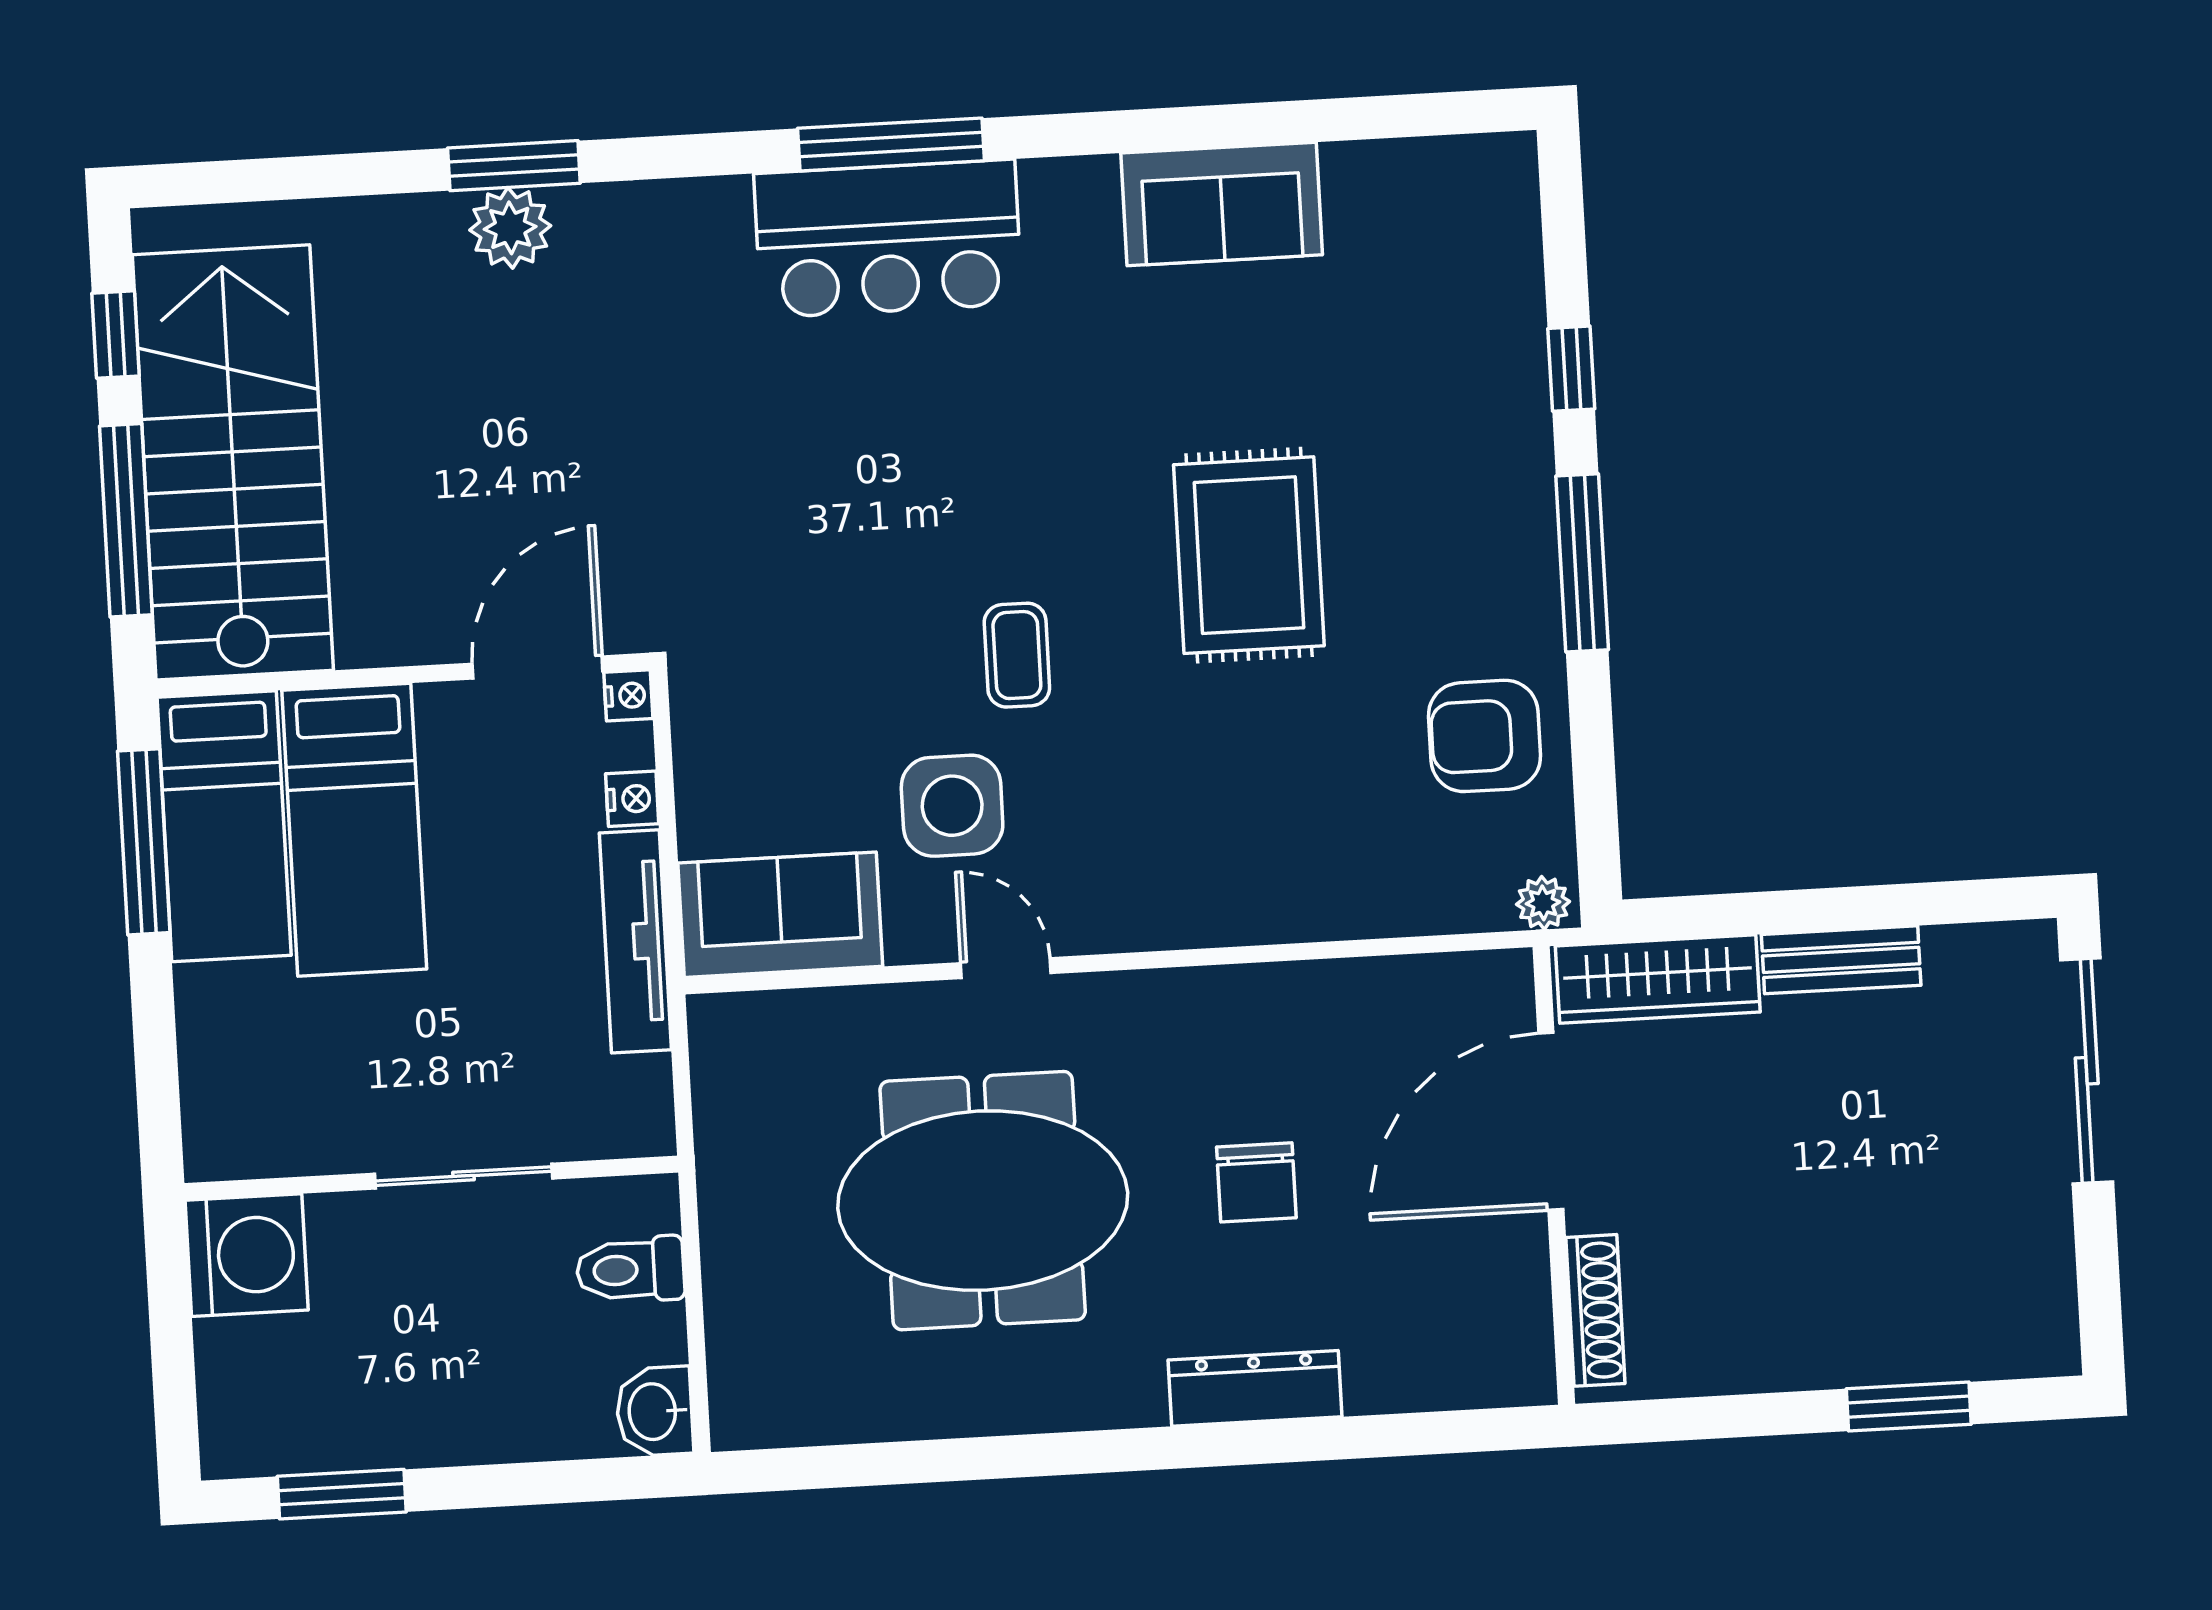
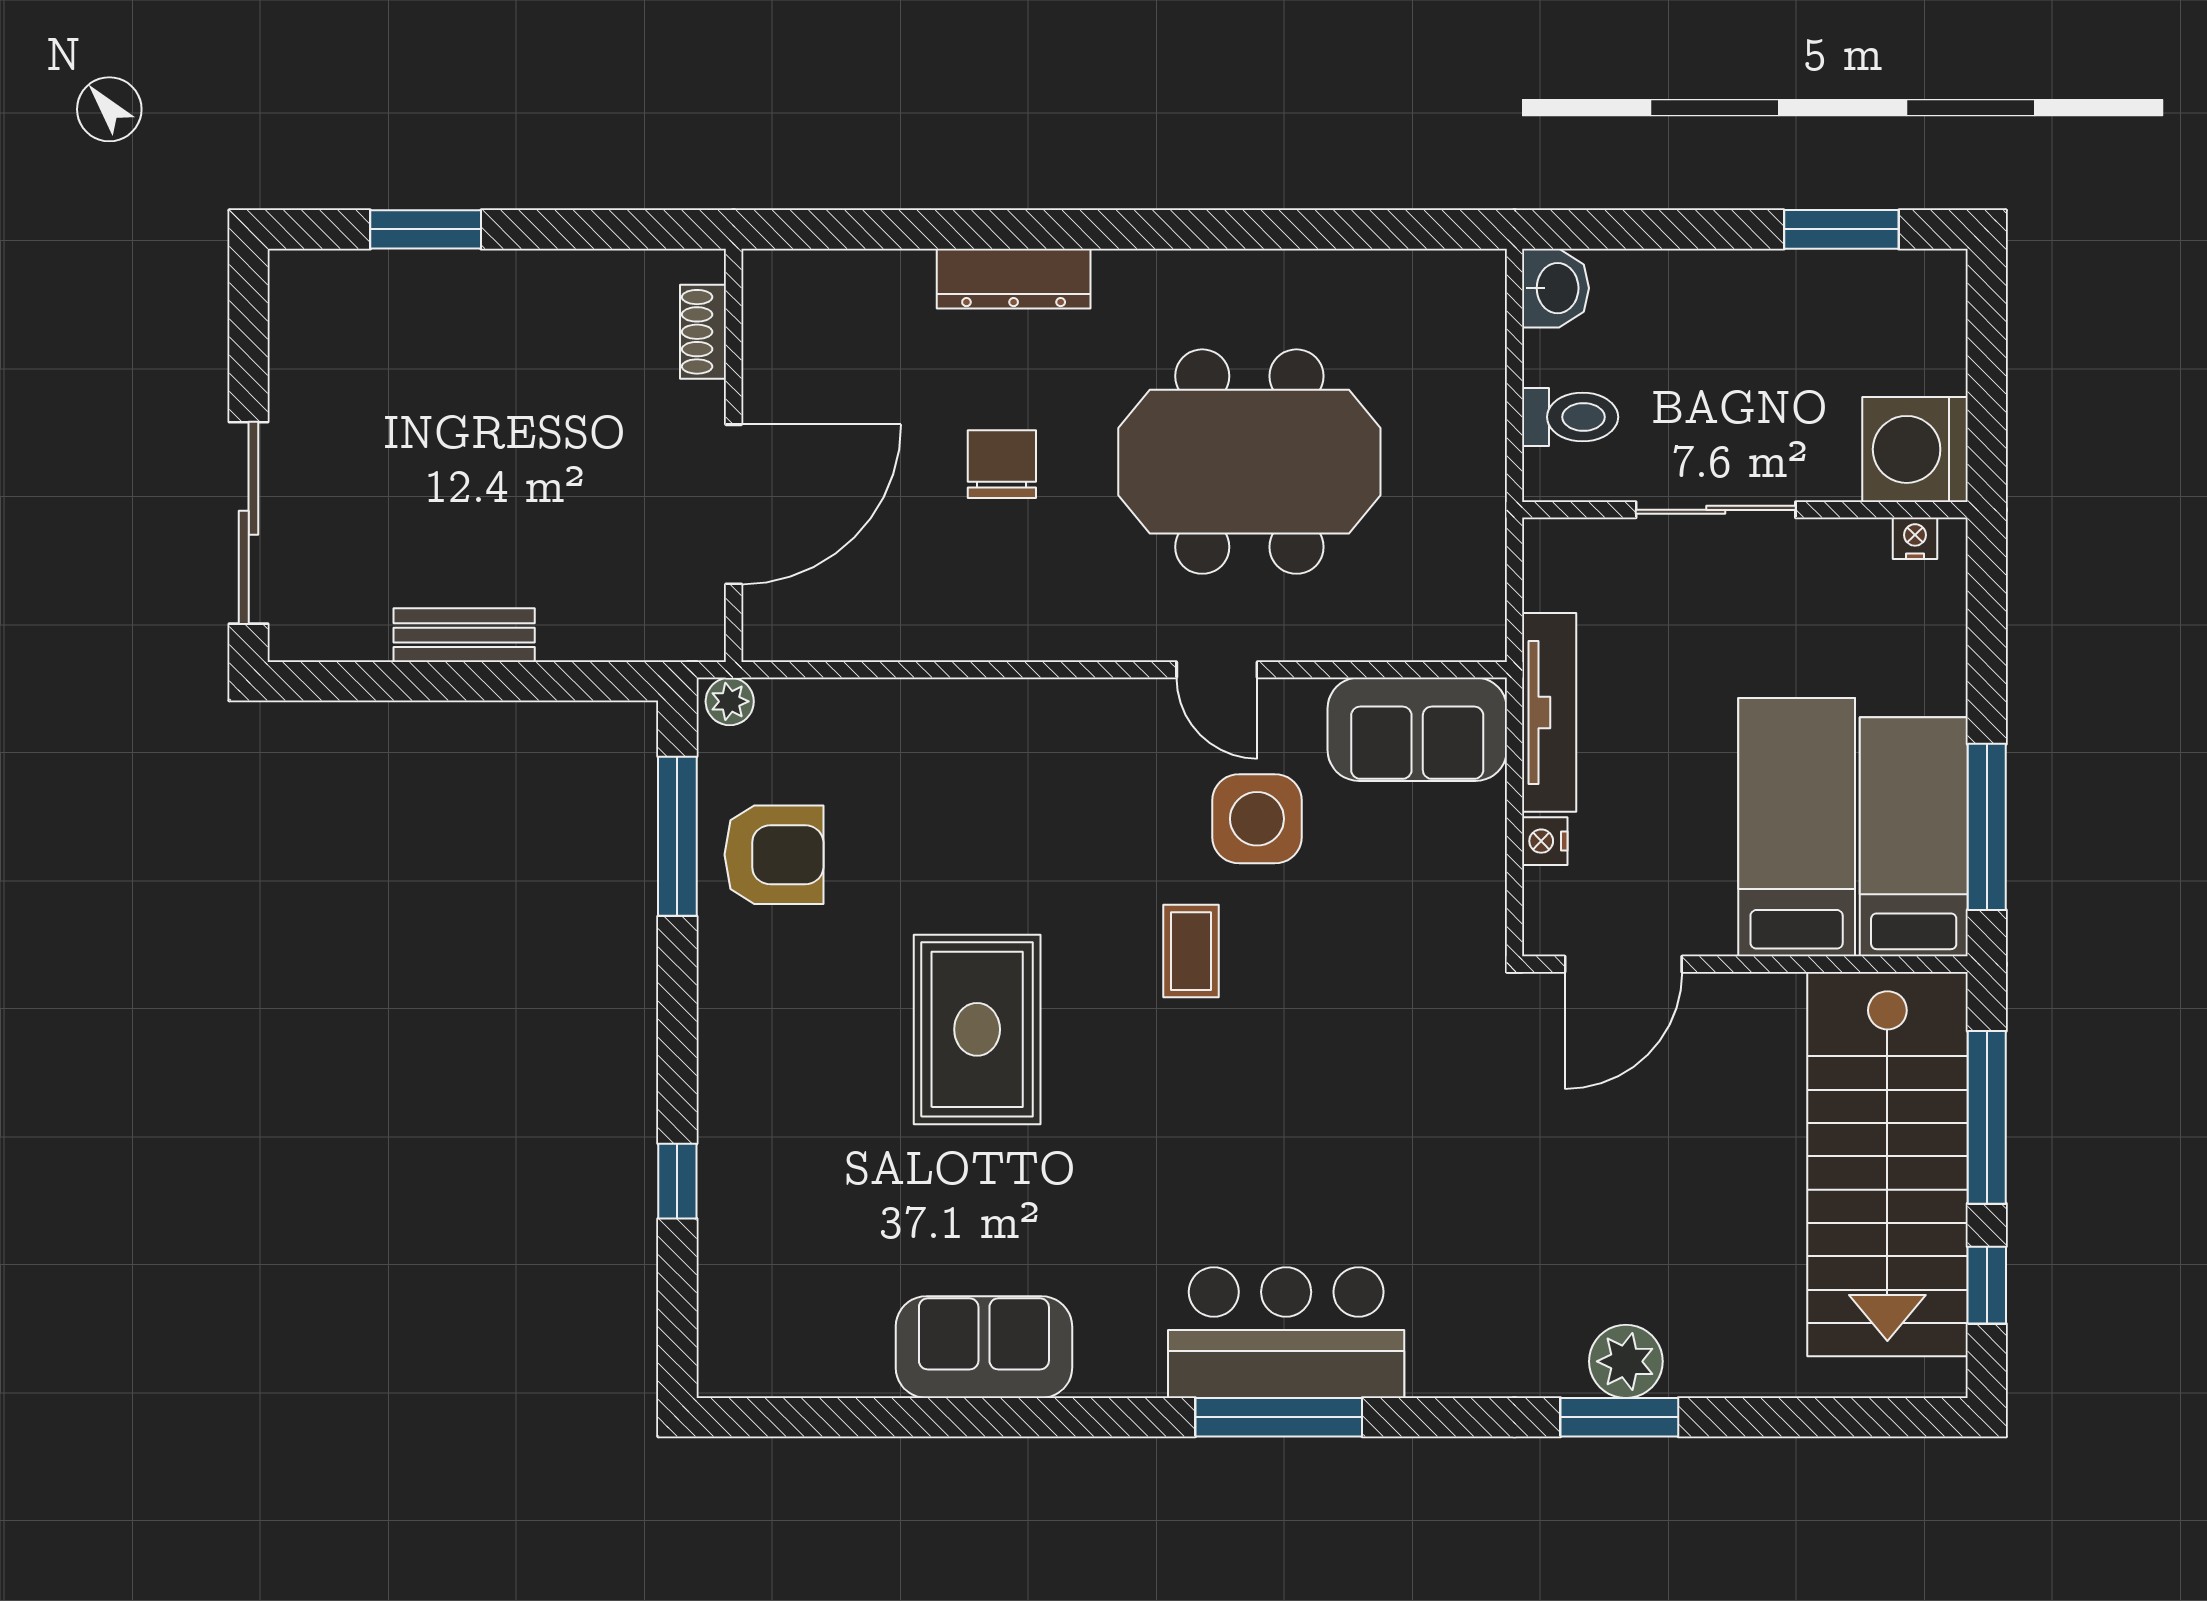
window: (1582, 563) -> (677, 836), moved
nightstand: (628, 695) -> (1915, 538), moved, turned 90
wardrobe: (1658, 979) -> (630, 627), removed
shoe rack: (1595, 1310) -> (703, 332), width x0.70

